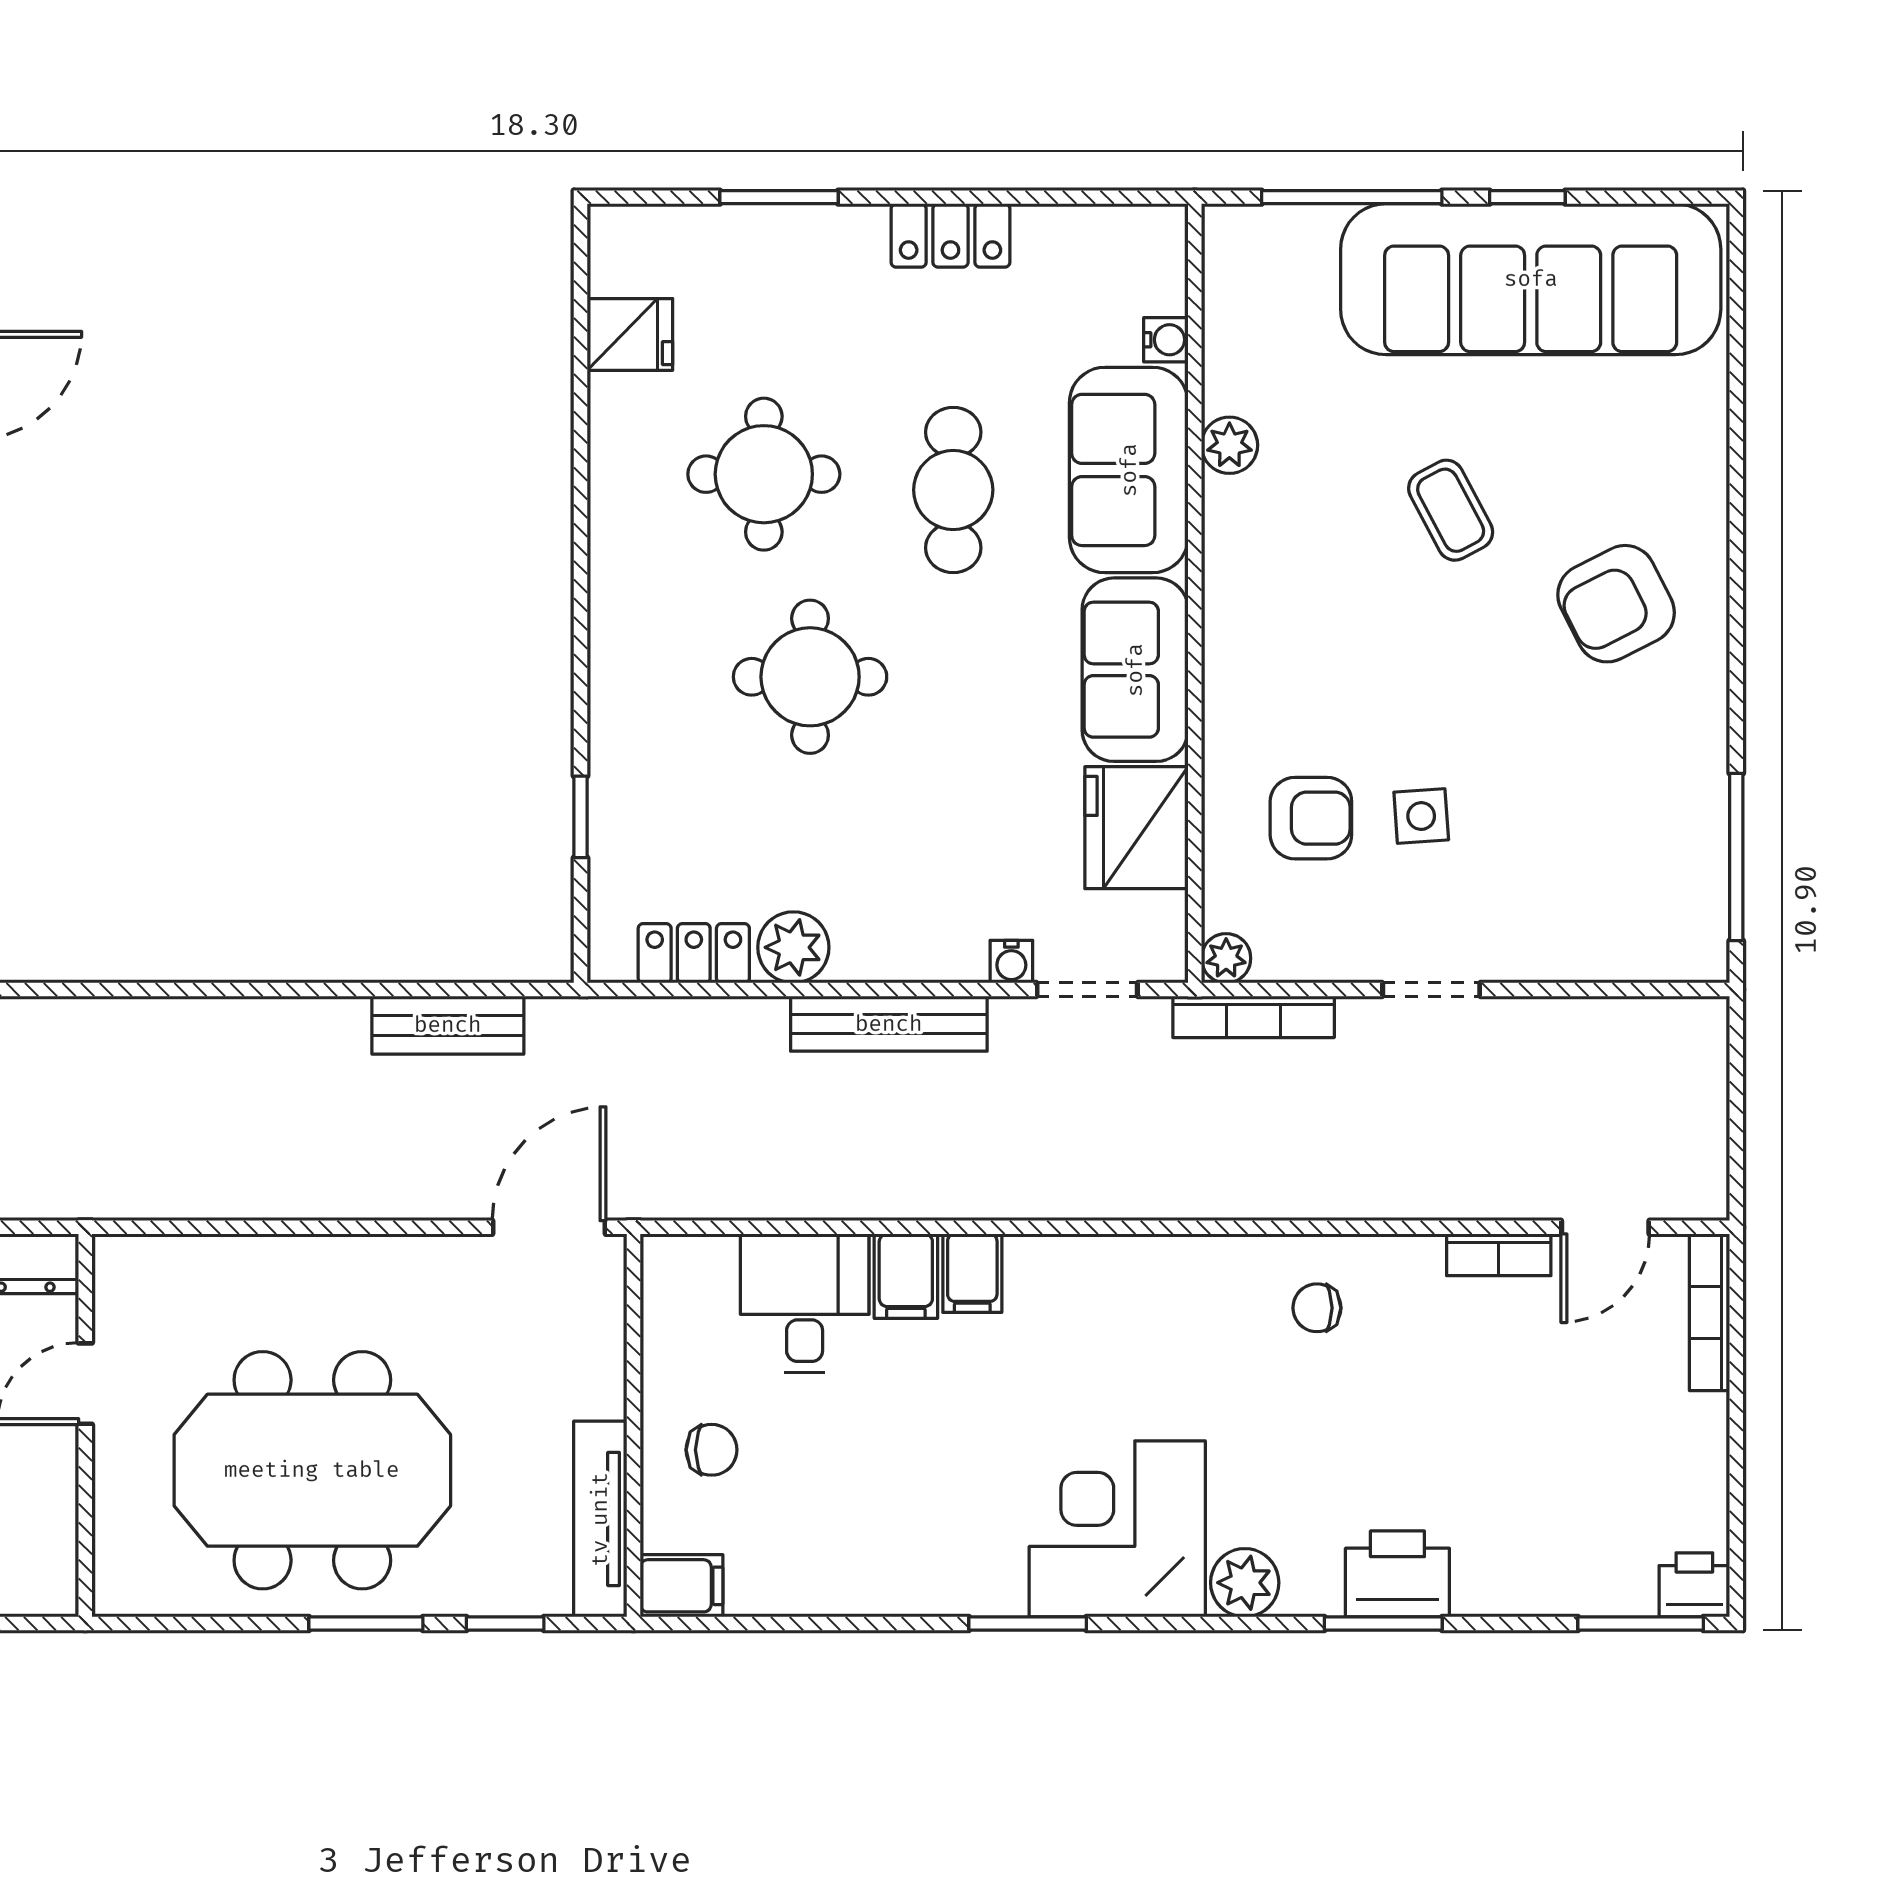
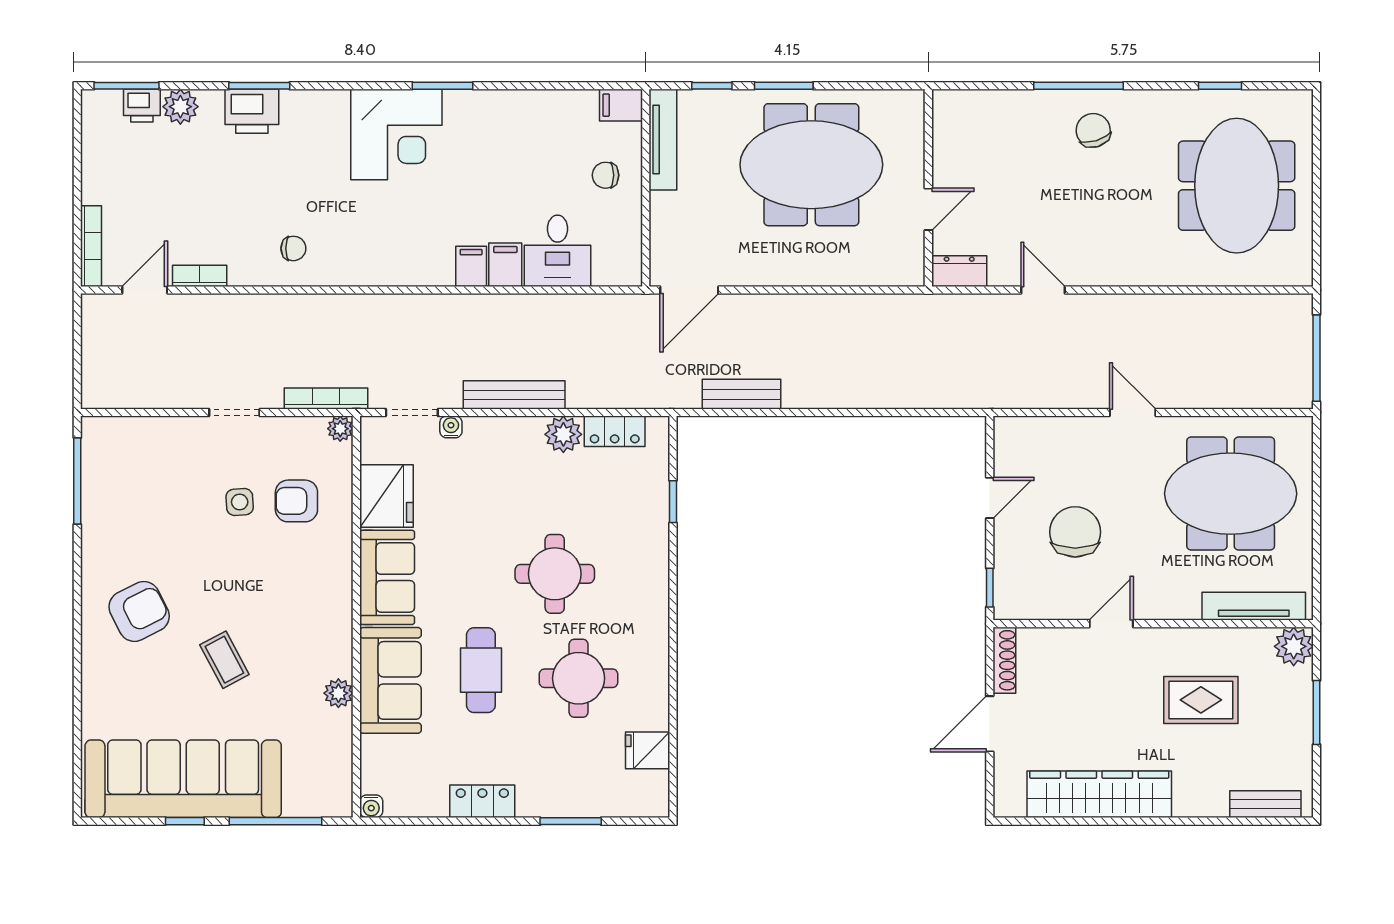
water cooler: (1166, 340) -> (371, 806), moved, turned -90
plant: (1245, 1583) -> (180, 107), moved
printer: (1694, 1585) -> (142, 106), moved

